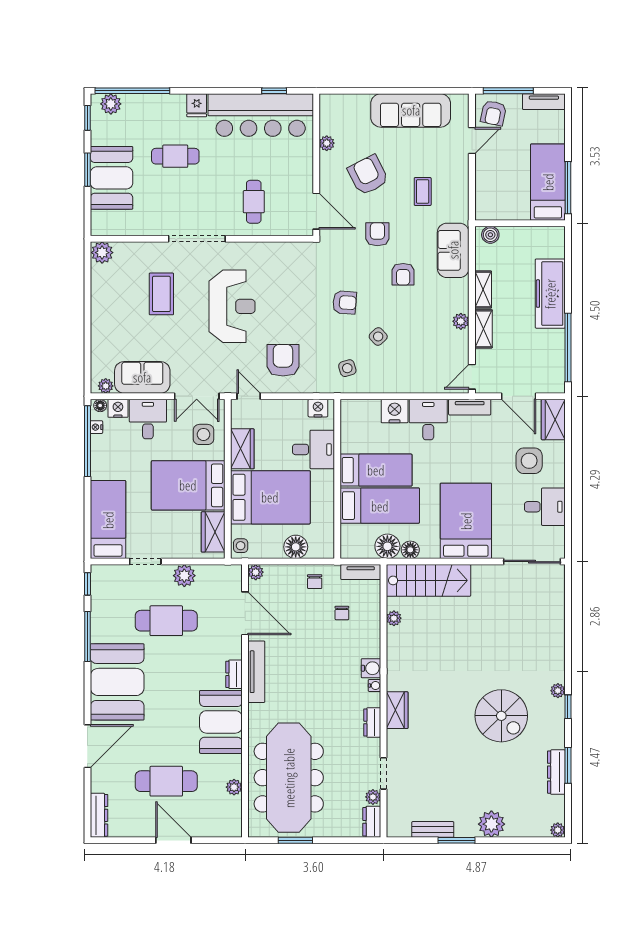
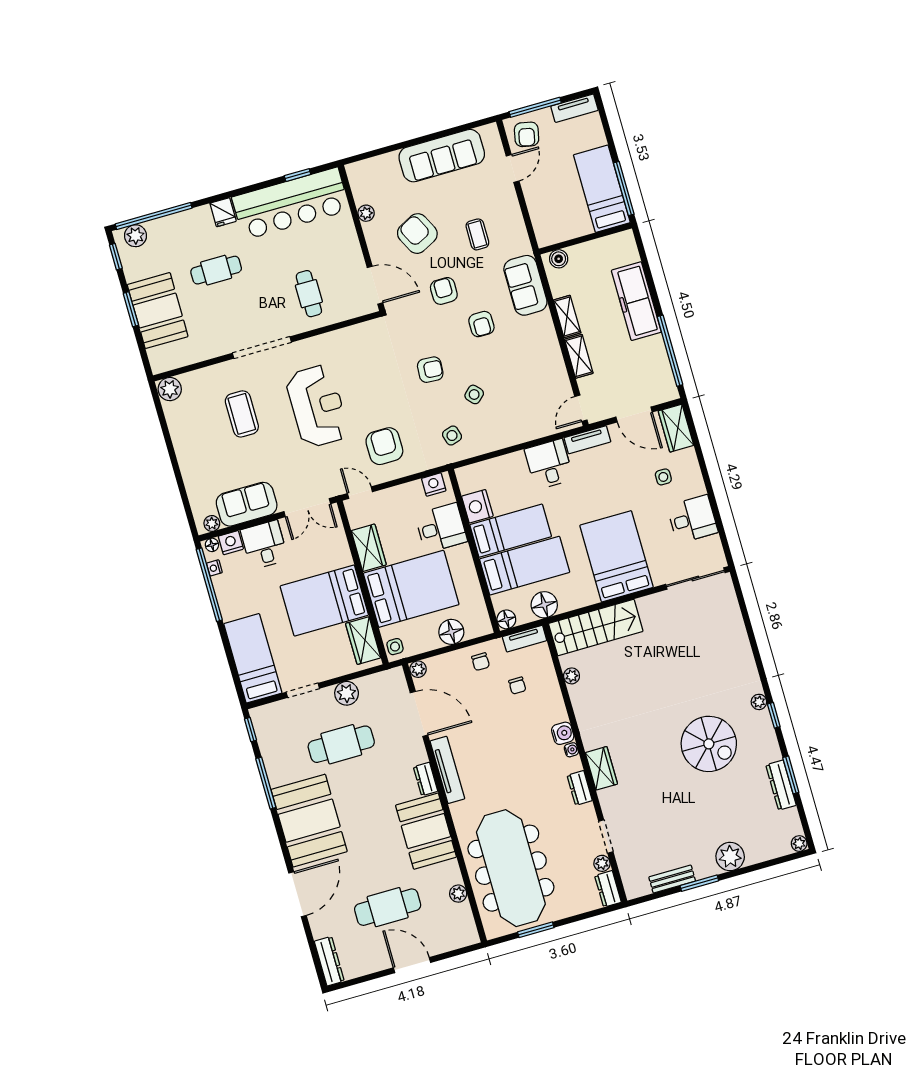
plant: (461, 321) -> (554, 355), removed
nightstand: (395, 411) -> (477, 506), moved, turned -90
side table: (203, 434) -> (325, 544), removed
side table: (529, 461) -> (663, 477), width x0.54, depth x0.54
floor lamp: (410, 550) -> (506, 619), moved

